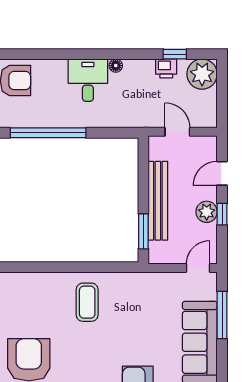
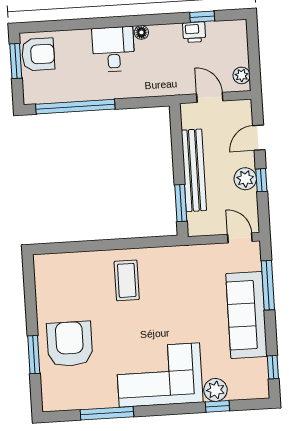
plant: (202, 74) -> (242, 75), moved, width x0.53, depth x0.53
door: (198, 268) -> (240, 238), hinge flipped

